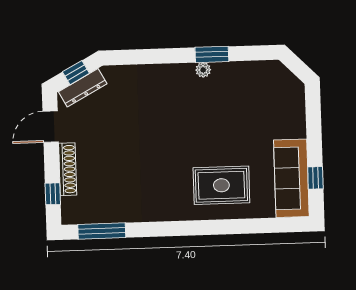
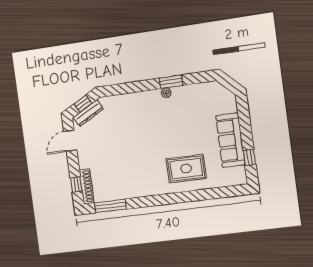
shoe rack: (68, 169) -> (87, 186), moved
sofa: (291, 178) -> (230, 140), moved

